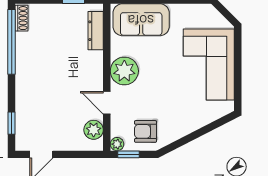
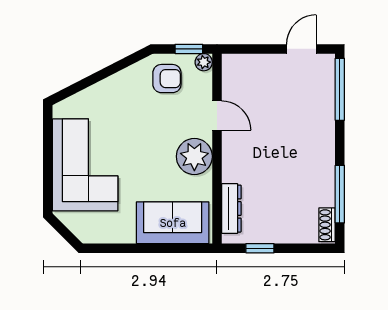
window: (12, 42) -> (340, 194), width x0.68
window: (12, 123) -> (340, 89), width x2.17
plant: (94, 130) -> (234, 81), removed

